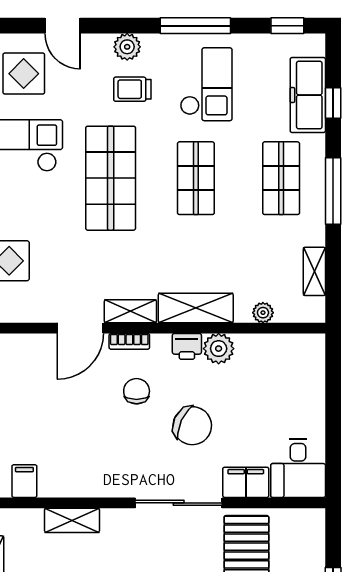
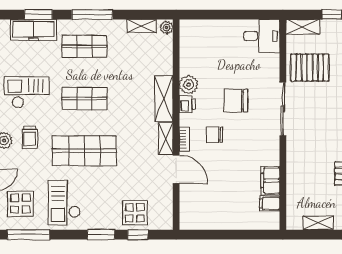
window: (333, 103) -> (38, 15), width x1.50
plant: (263, 313) -> (167, 27), moved
chair: (192, 426) -> (236, 101), turned -115
filing cabinet: (246, 482) -> (270, 181), moved
shelving: (72, 520) -> (303, 27), moved, turned 90

